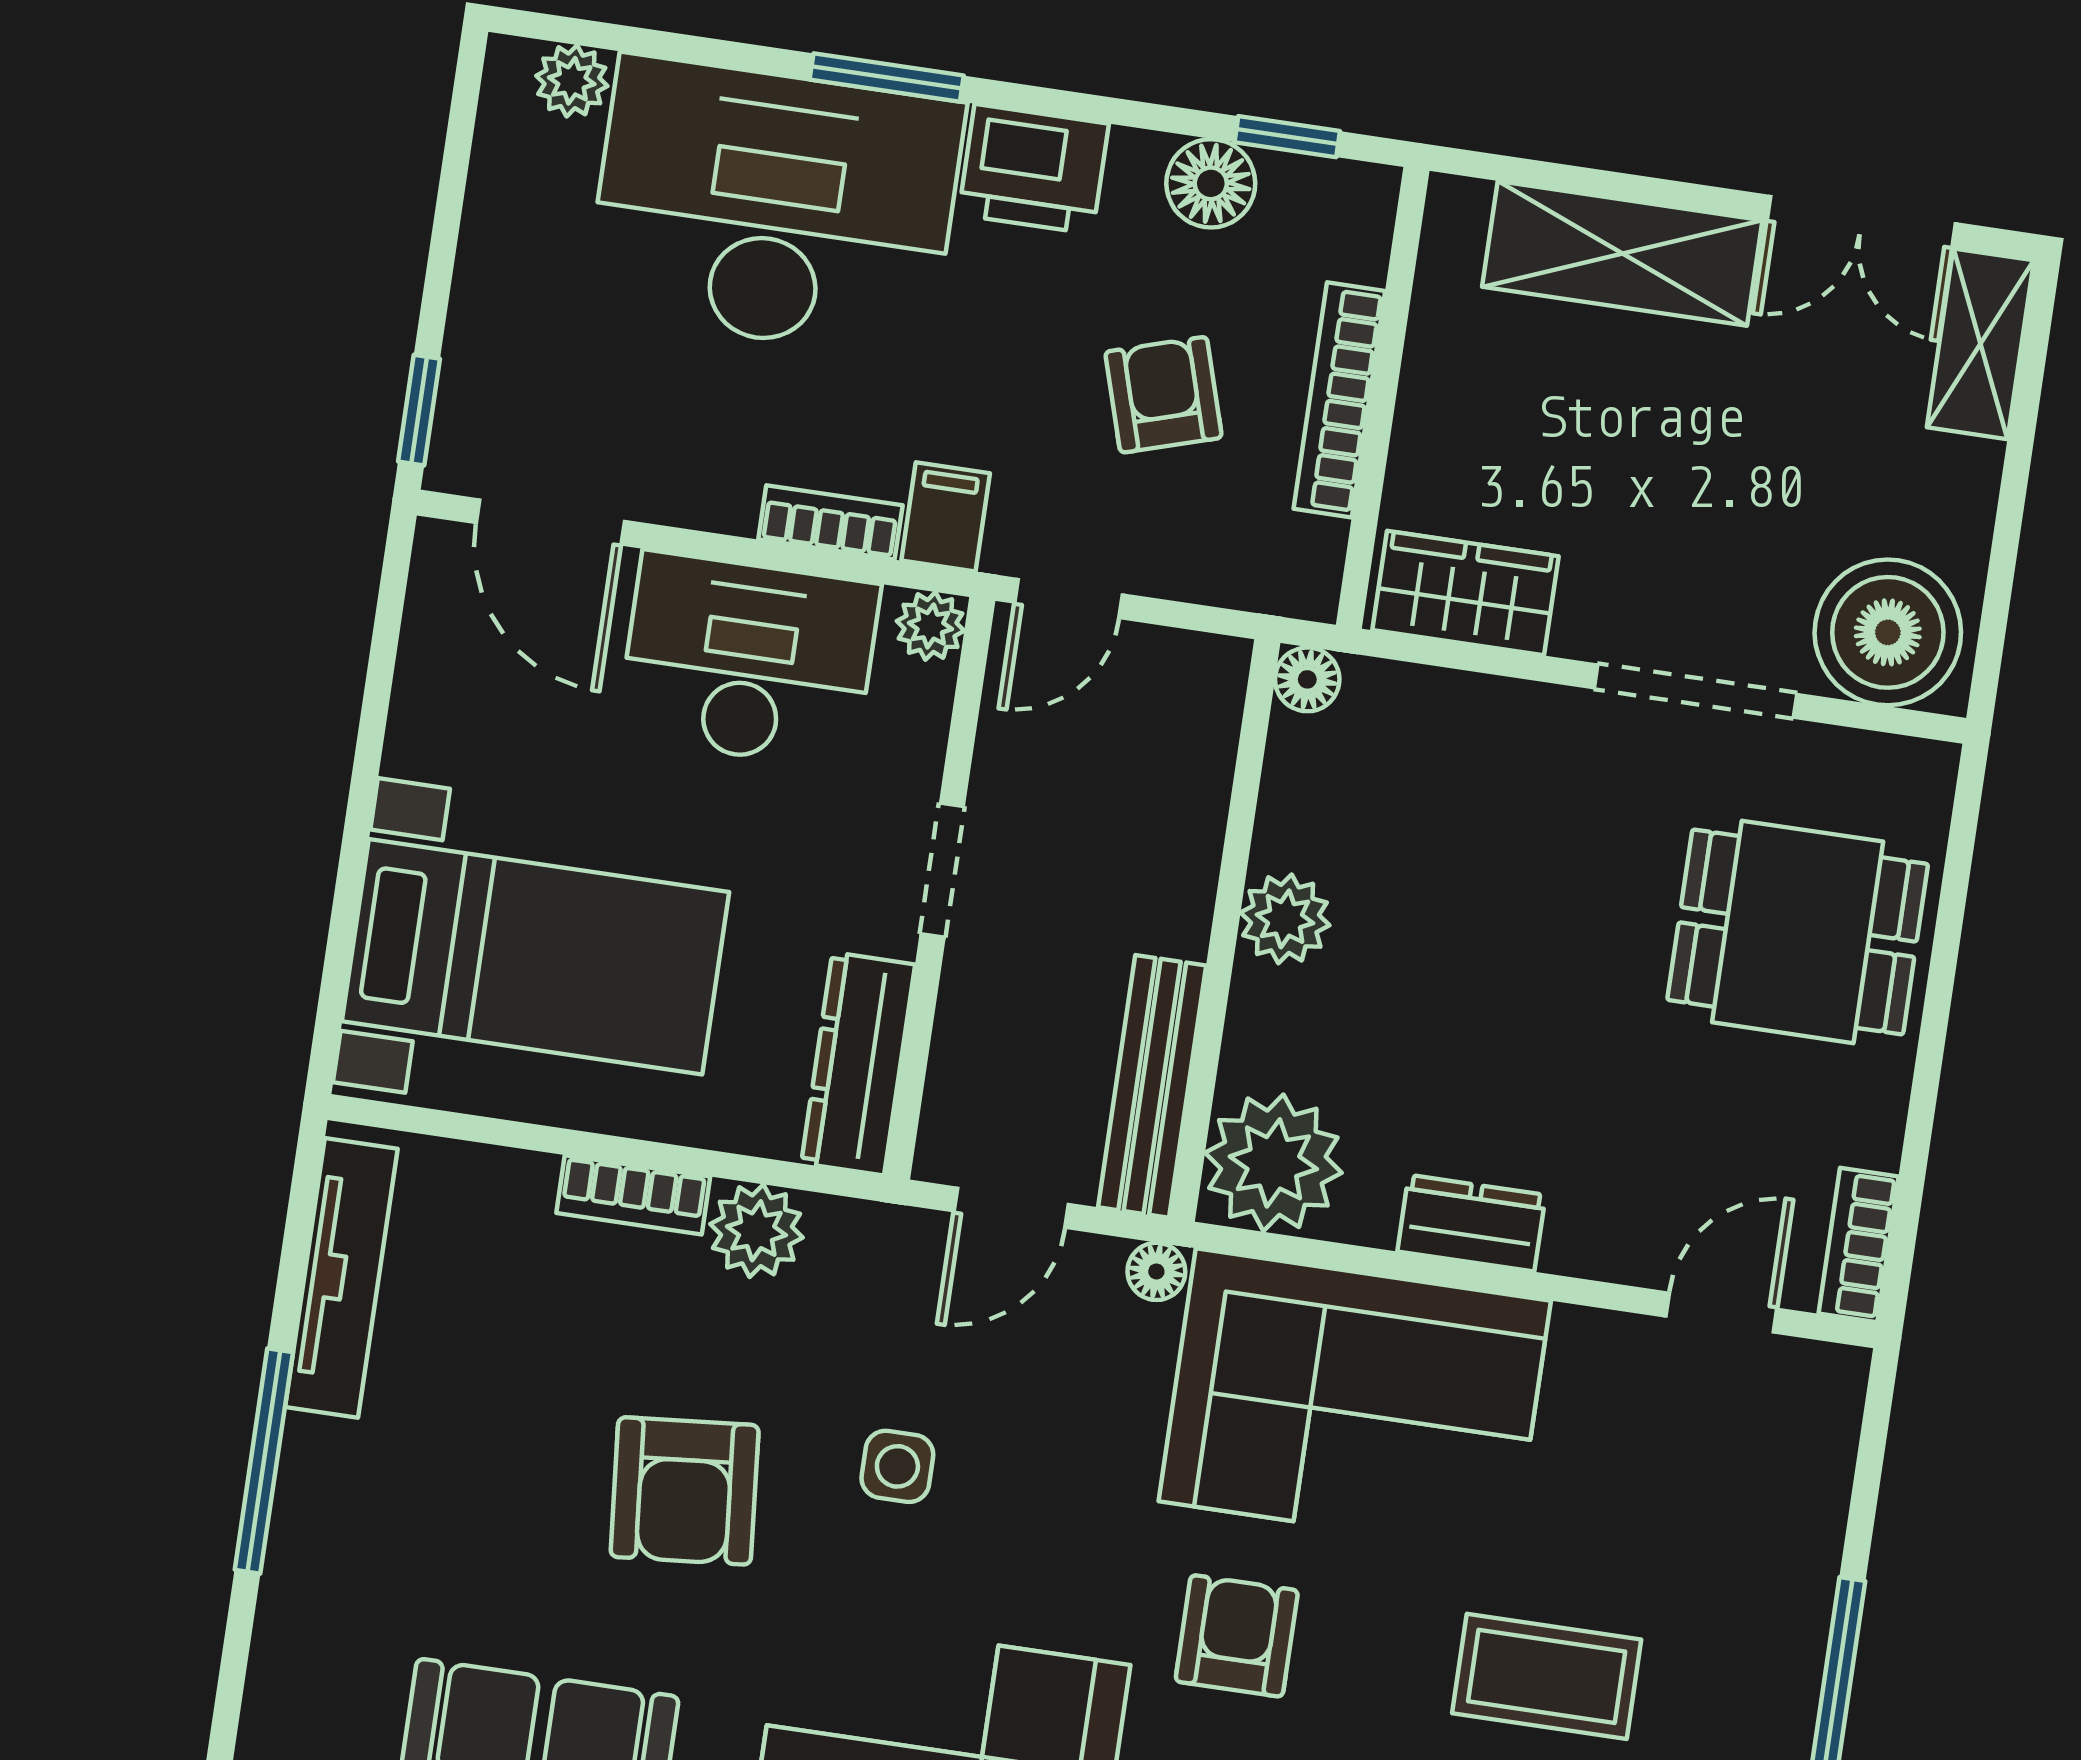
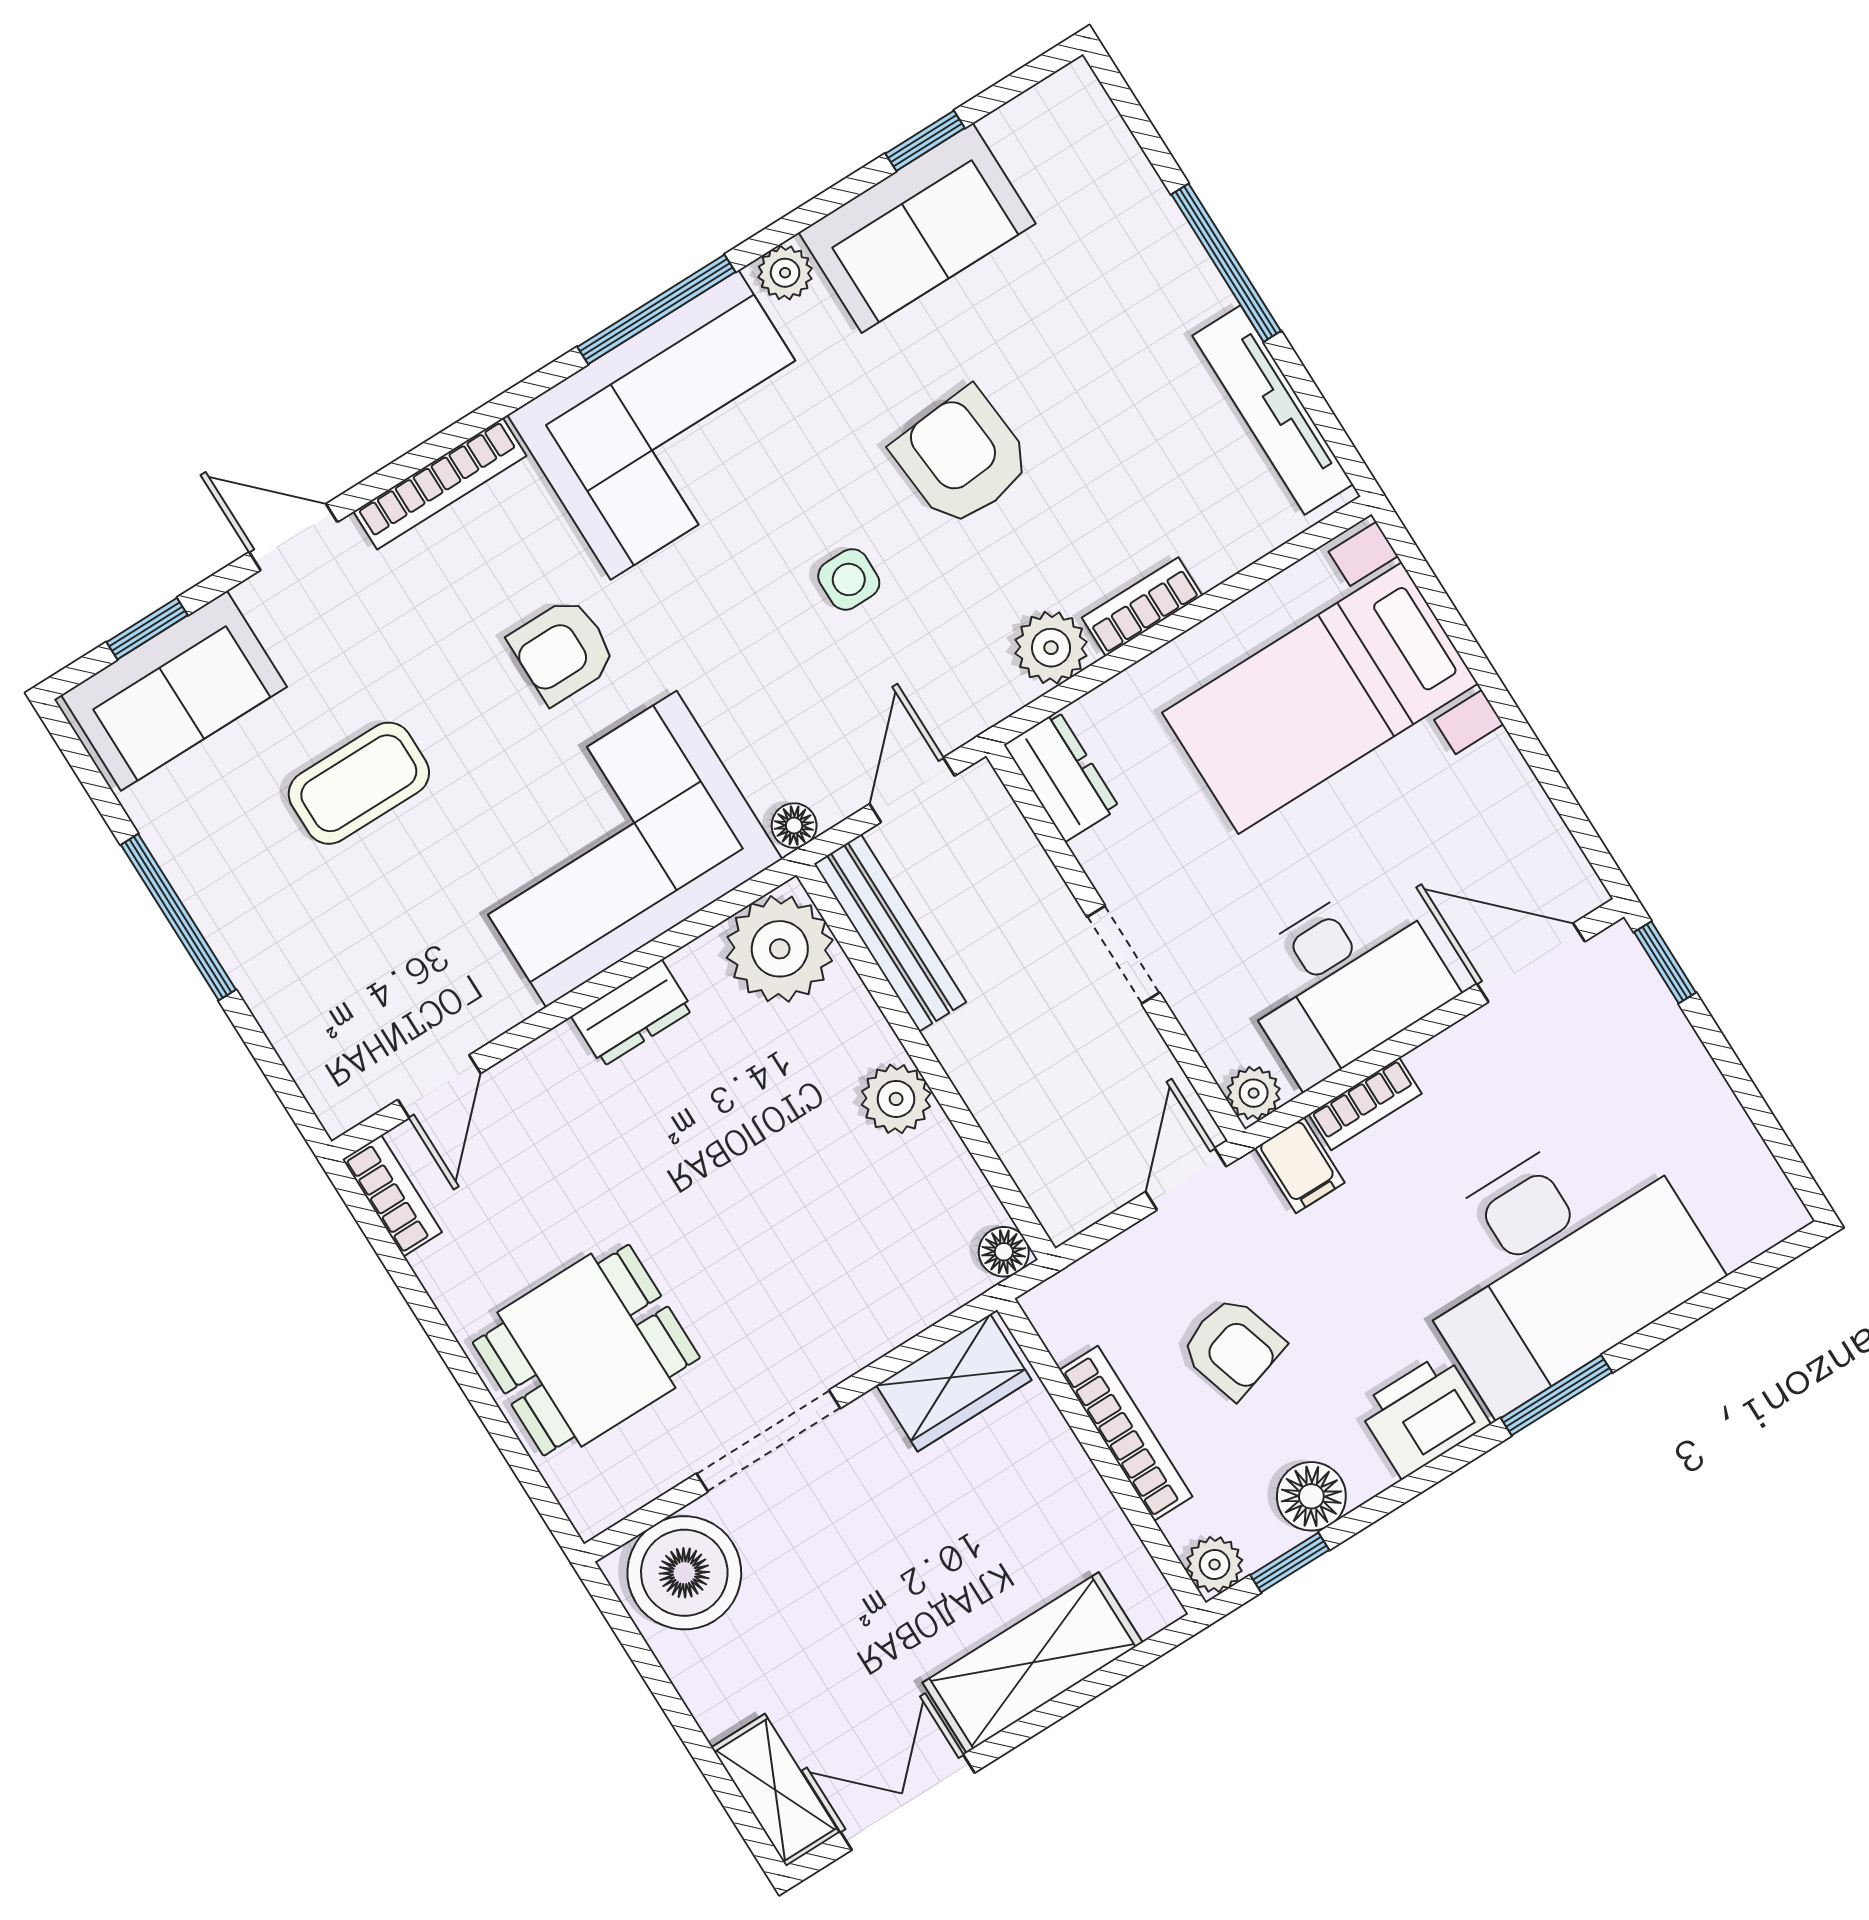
plant: (572, 81) -> (1215, 1565), moved
dresser: (858, 1064) -> (1062, 776), width x0.70
armchair: (1237, 1636) -> (563, 651), turned 90

